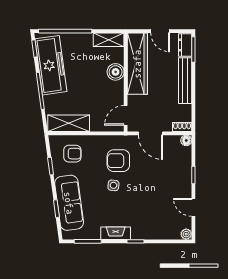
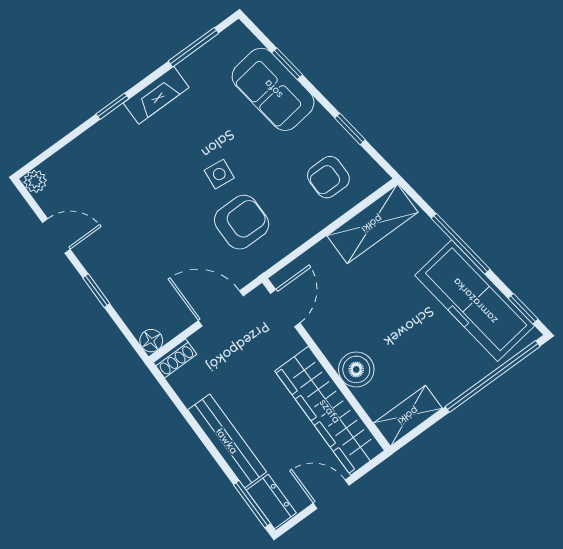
sofa: (69, 203) -> (273, 89), width x0.73

